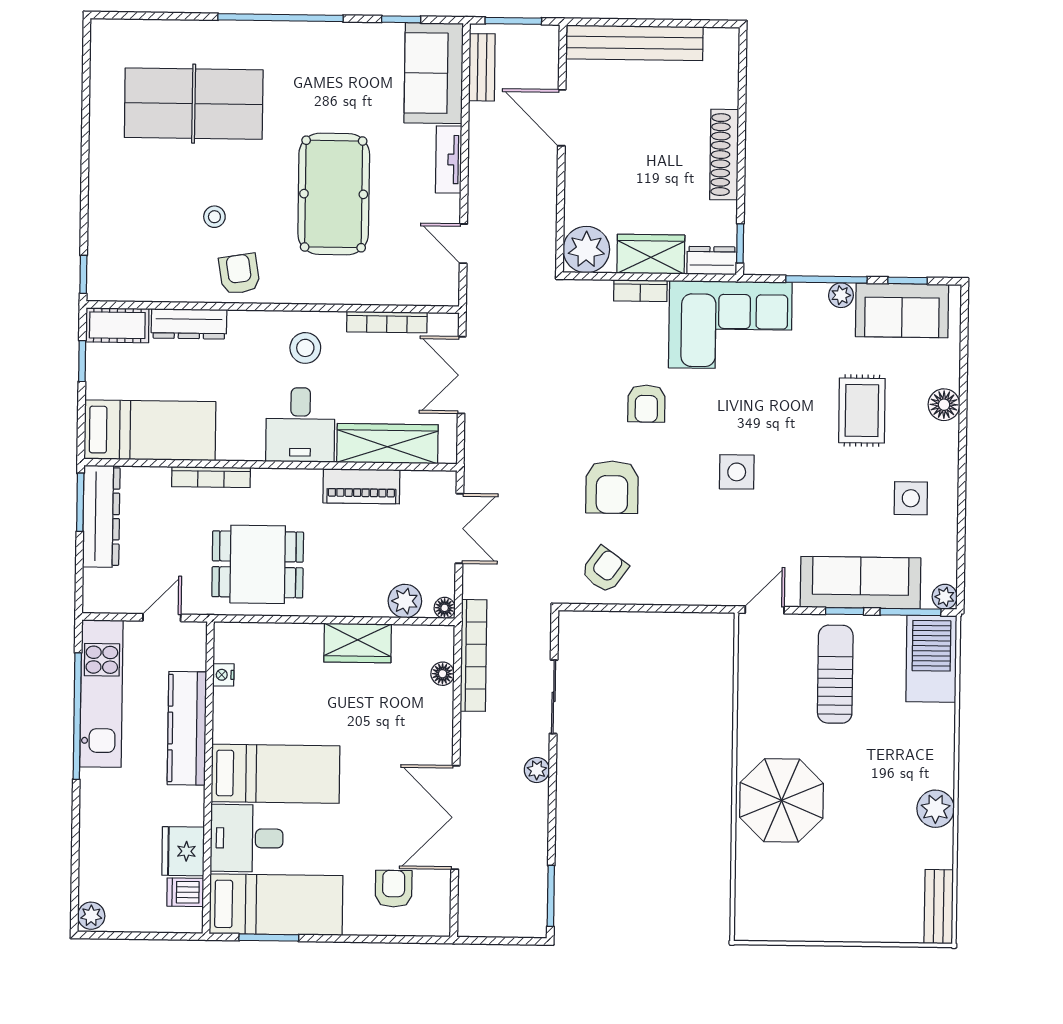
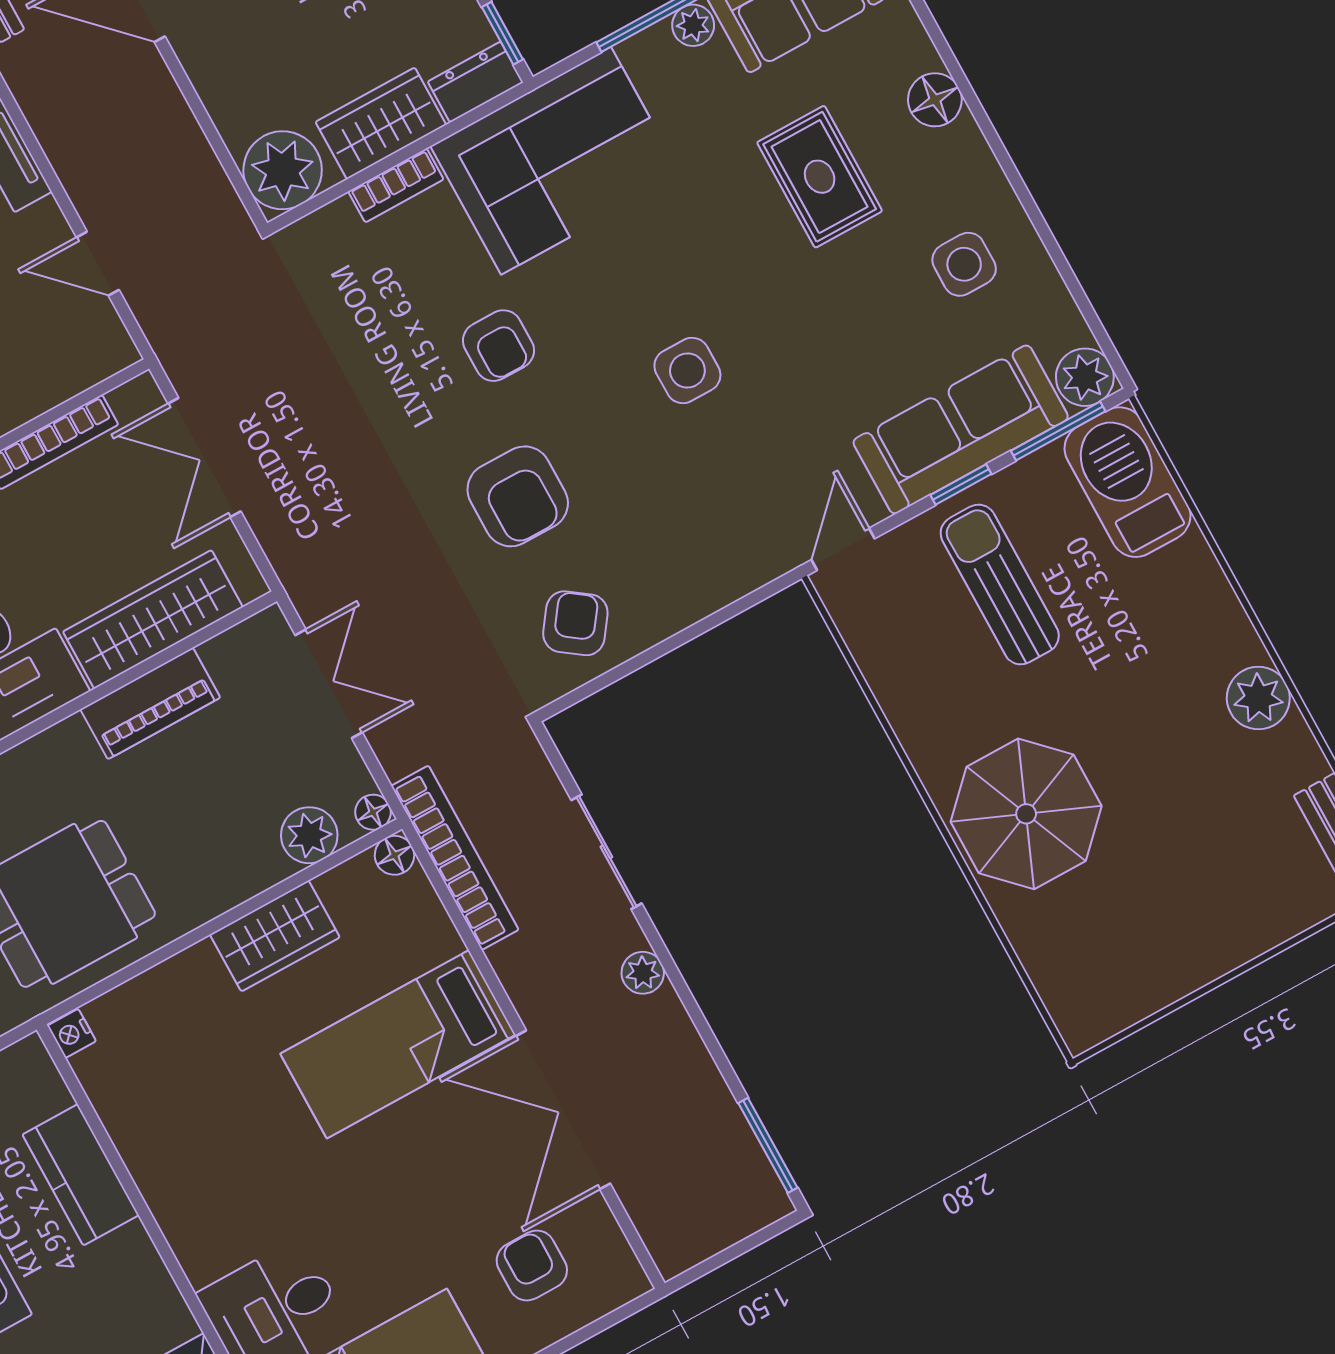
plant: (945, 597) -> (1085, 377), width x1.38, depth x1.38
floor lamp: (443, 674) -> (394, 855), moved
nightstand: (223, 675) -> (72, 1033), moved
kitchen counter: (187, 728) -> (81, 1175), width x0.67
bed: (275, 774) -> (398, 1044), moved, turned 180

